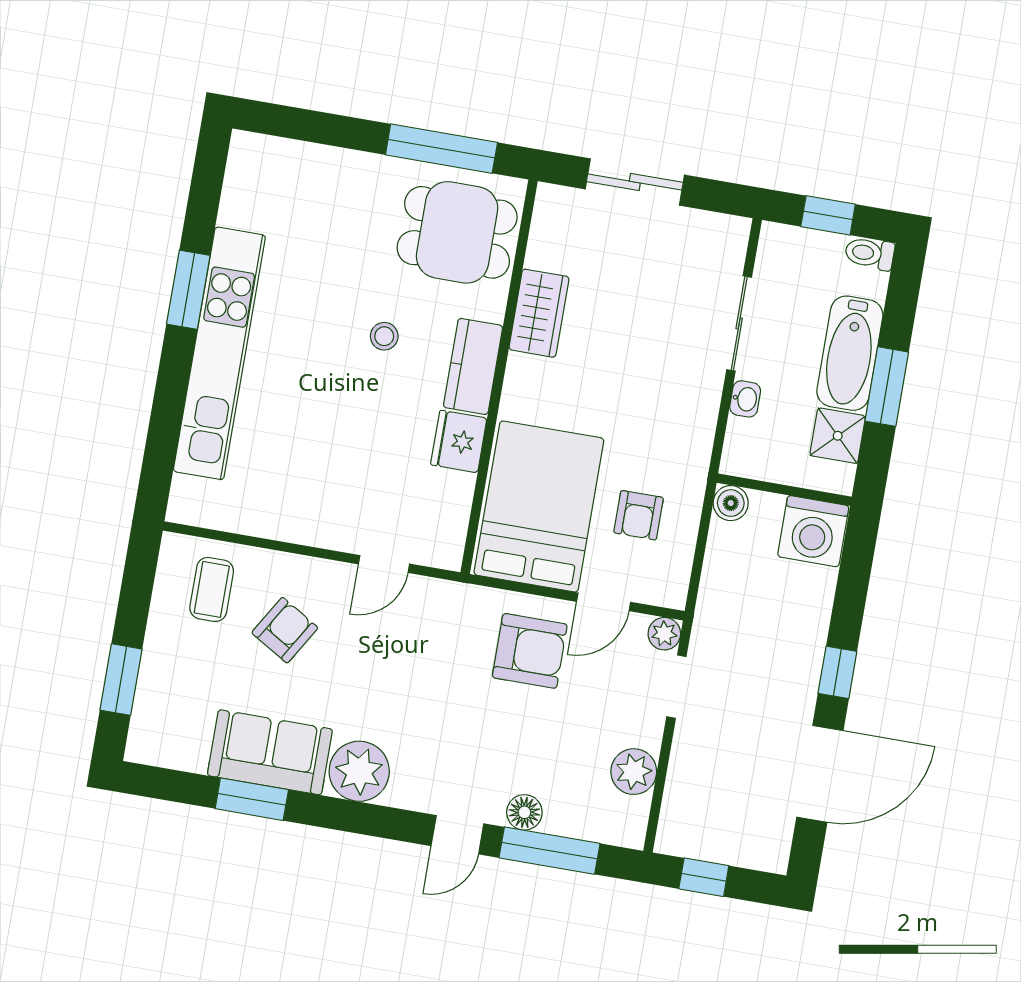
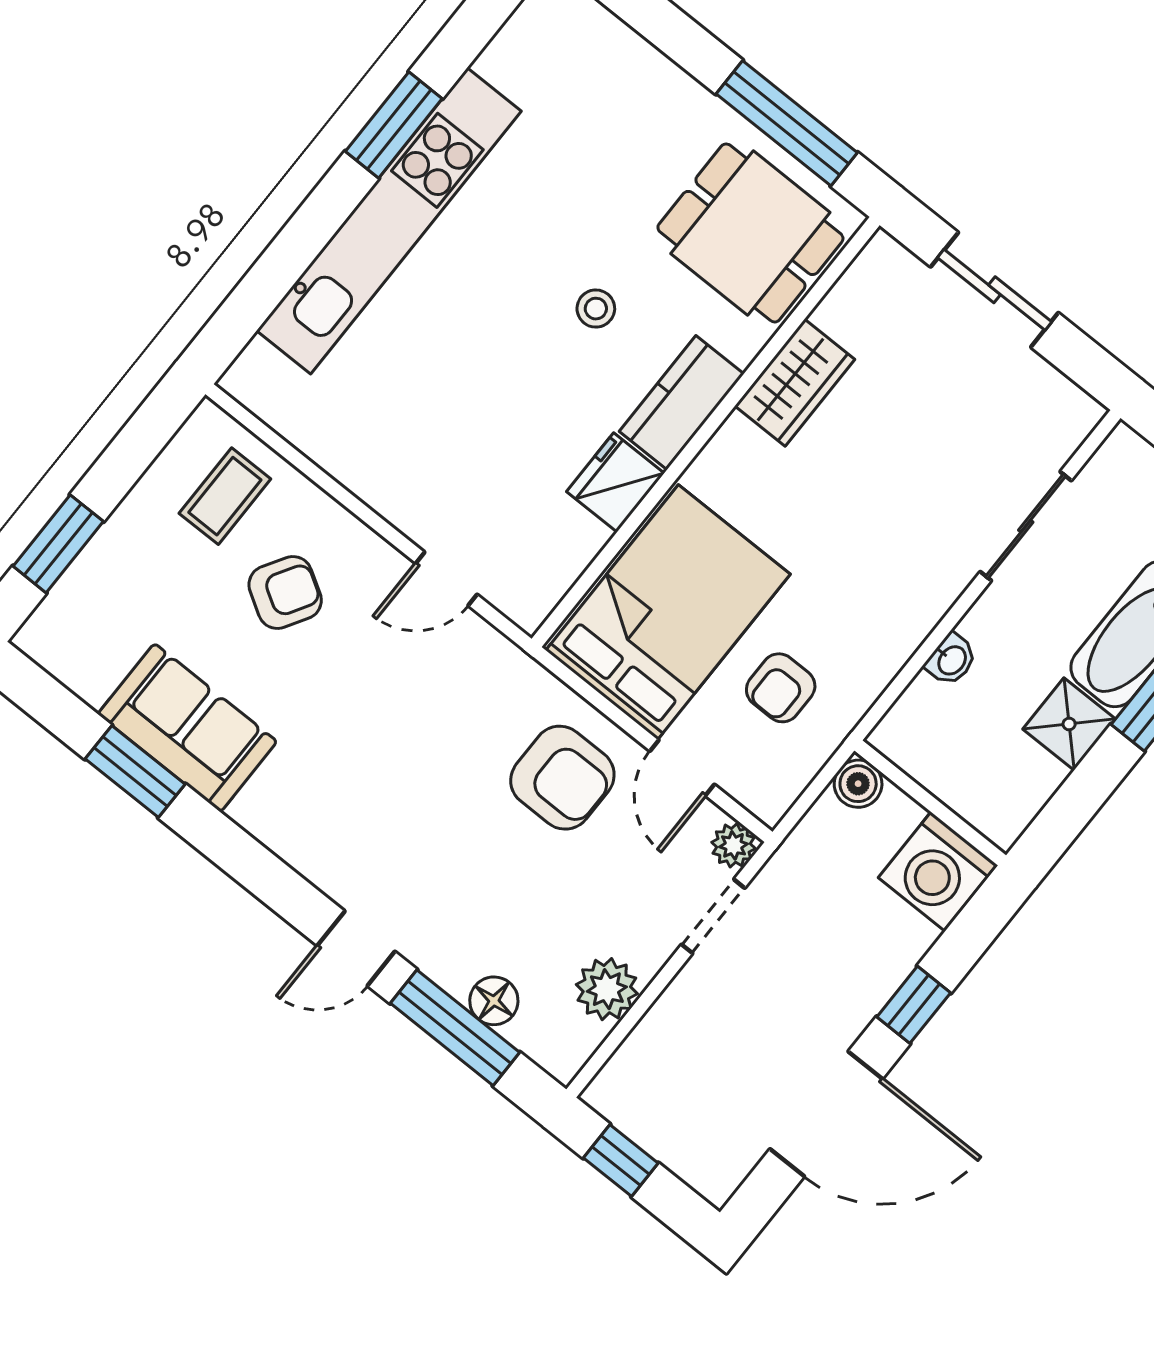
washbasin: (745, 399) -> (951, 660), moved
wall: (784, 490) -> (930, 803), moved
boiler: (731, 503) -> (858, 784), moved
washing machine: (813, 531) -> (938, 871), moved
door: (604, 602) -> (682, 768), hinge flipped
plant: (359, 771) -> (281, 809), removed
floor lamp: (524, 812) -> (494, 1001), moved

